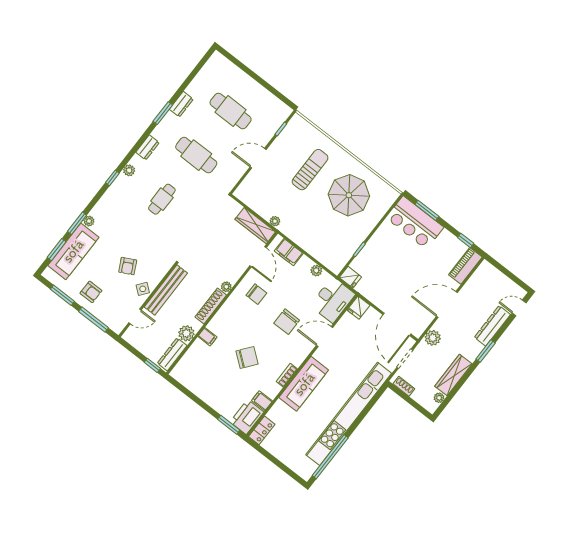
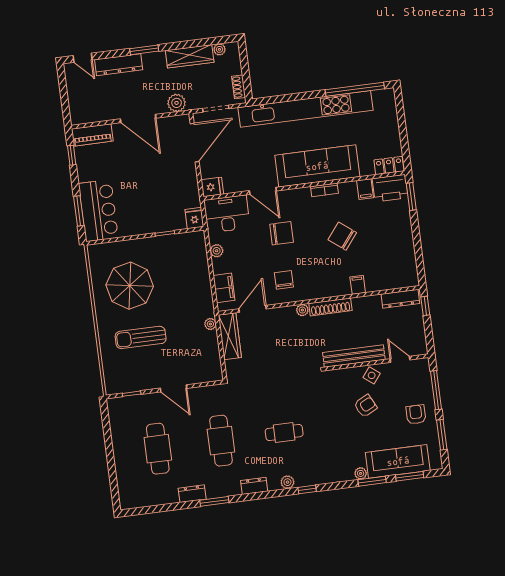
plant: (186, 333) -> (372, 304), removed
sofa: (304, 384) -> (317, 166), width x1.36, depth x1.27

